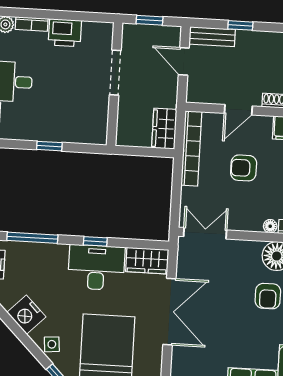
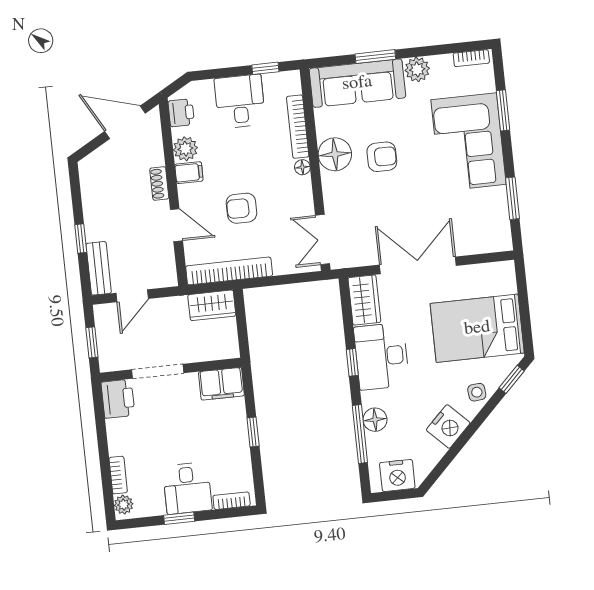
printer: (65, 33) -> (118, 399), moved
filing cabinet: (95, 126) -> (221, 384), added
armchair: (244, 168) -> (241, 208), turned 90
floor lamp: (43, 253) -> (375, 420), added

